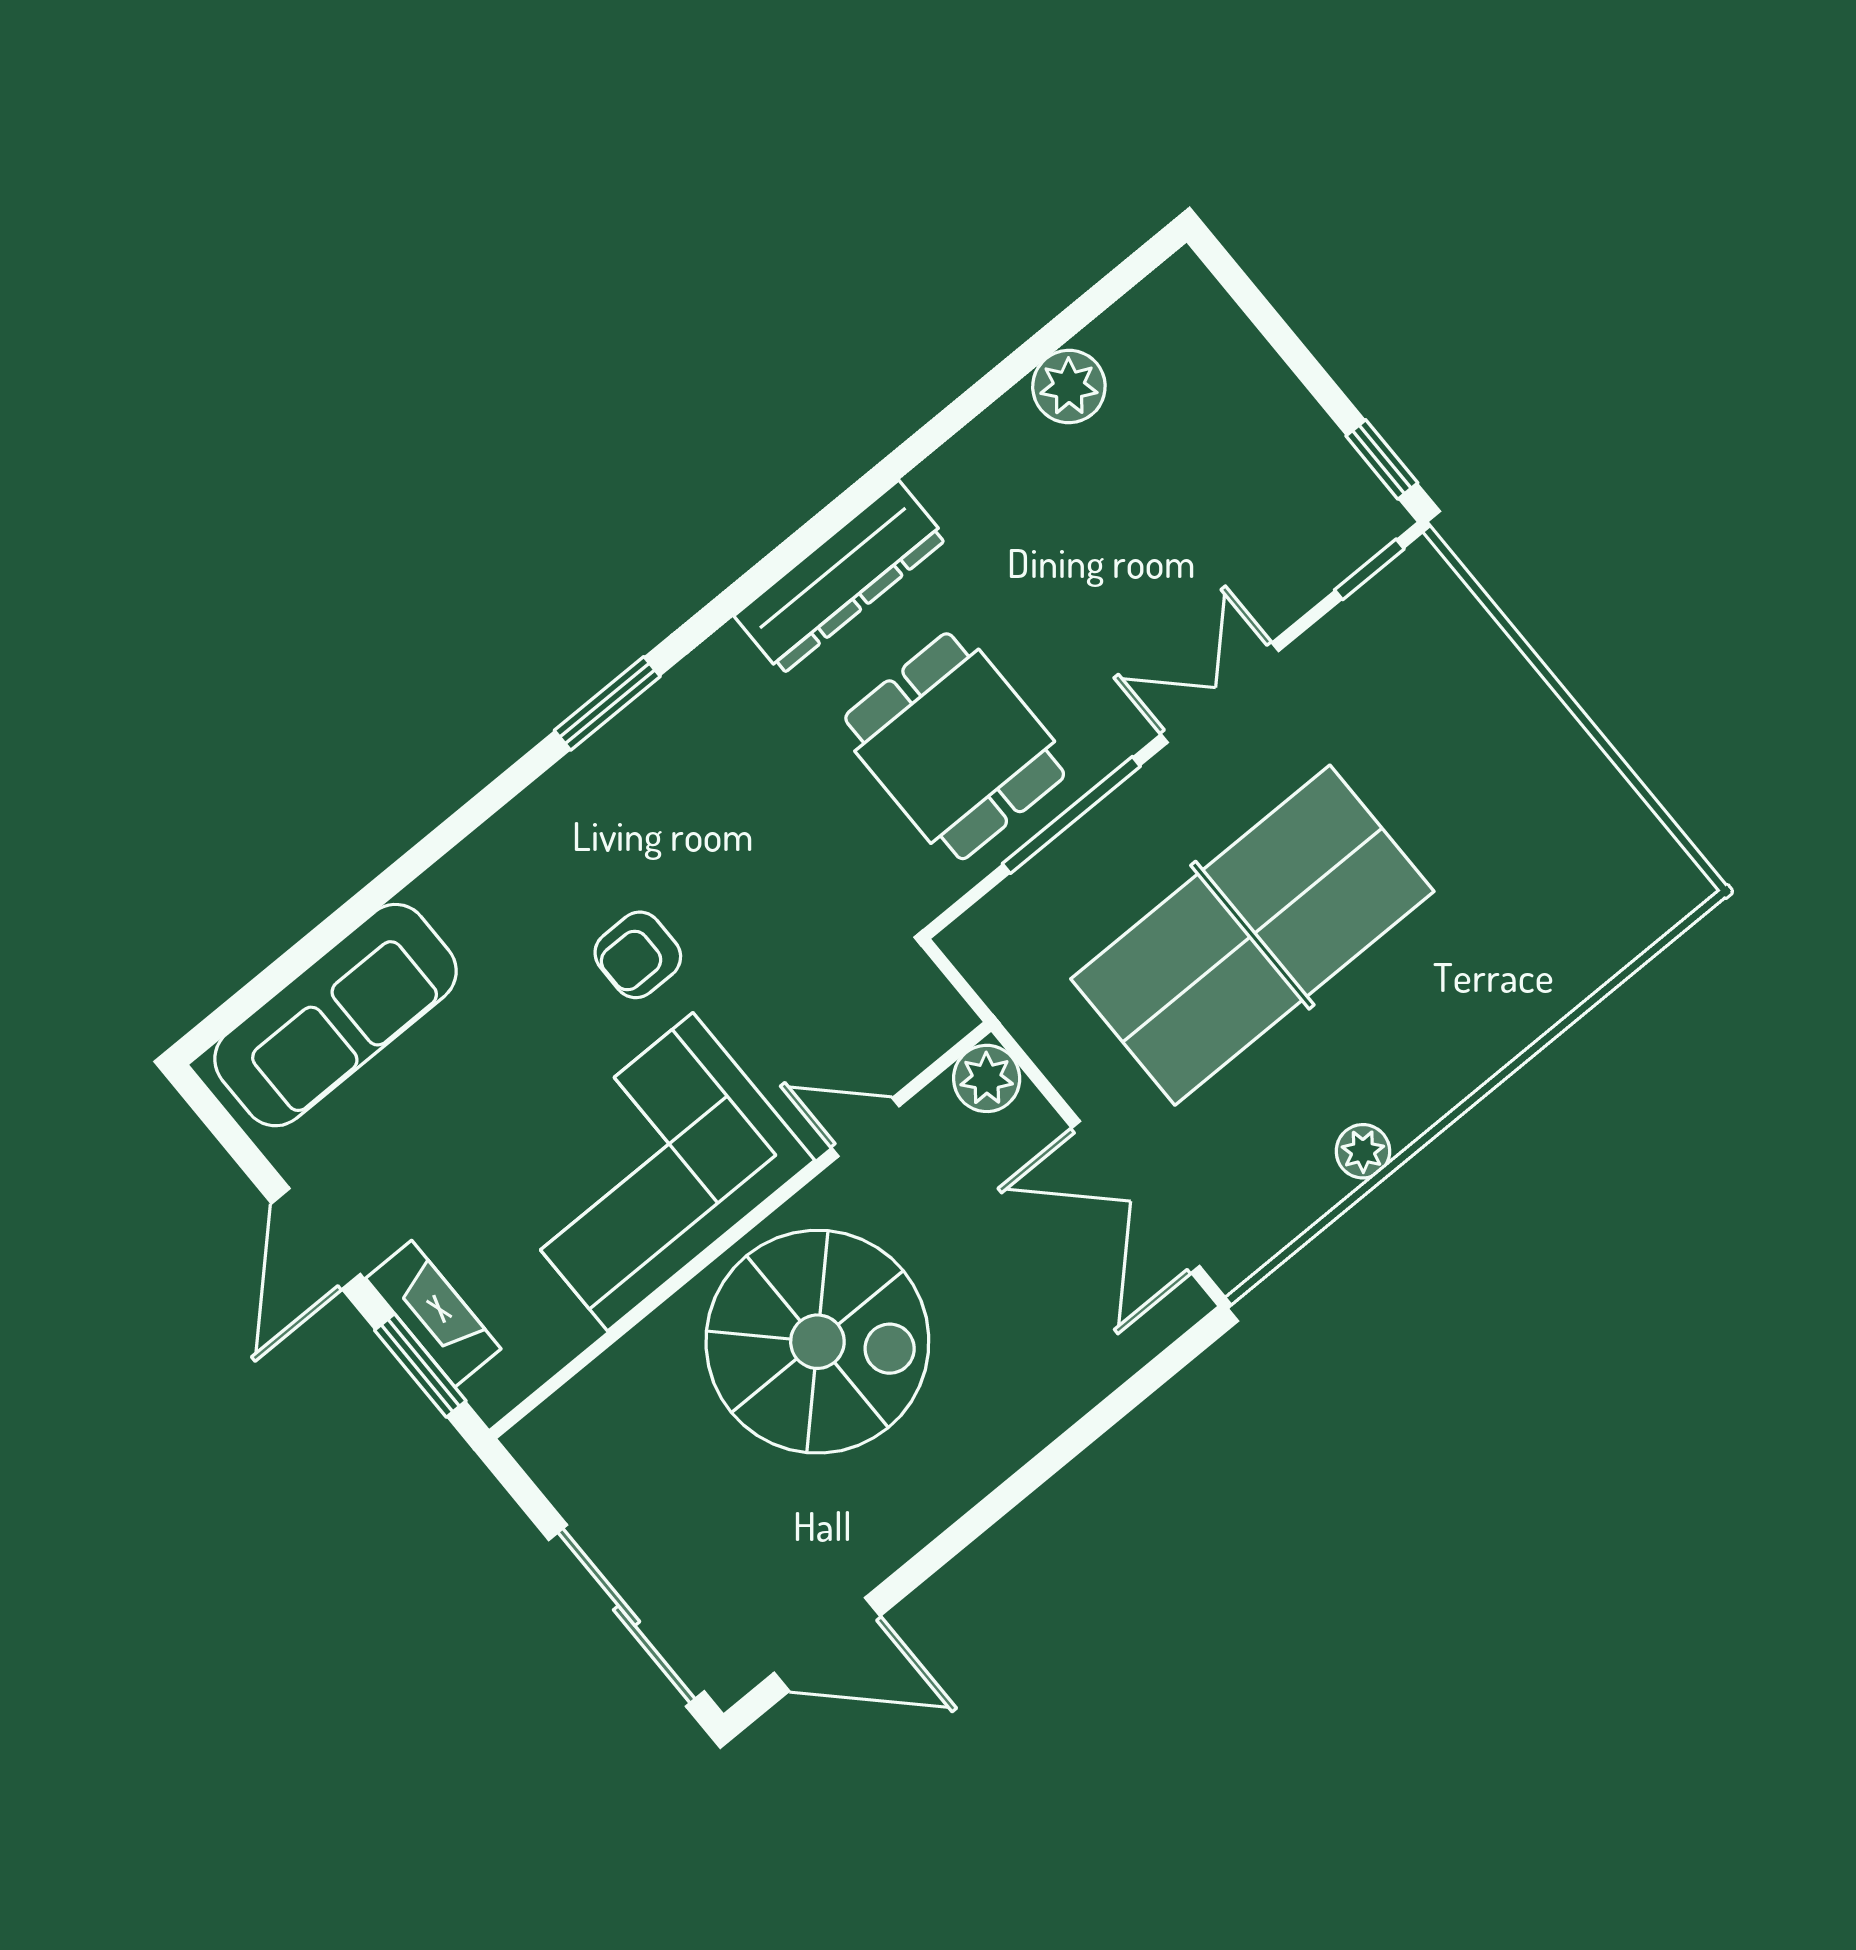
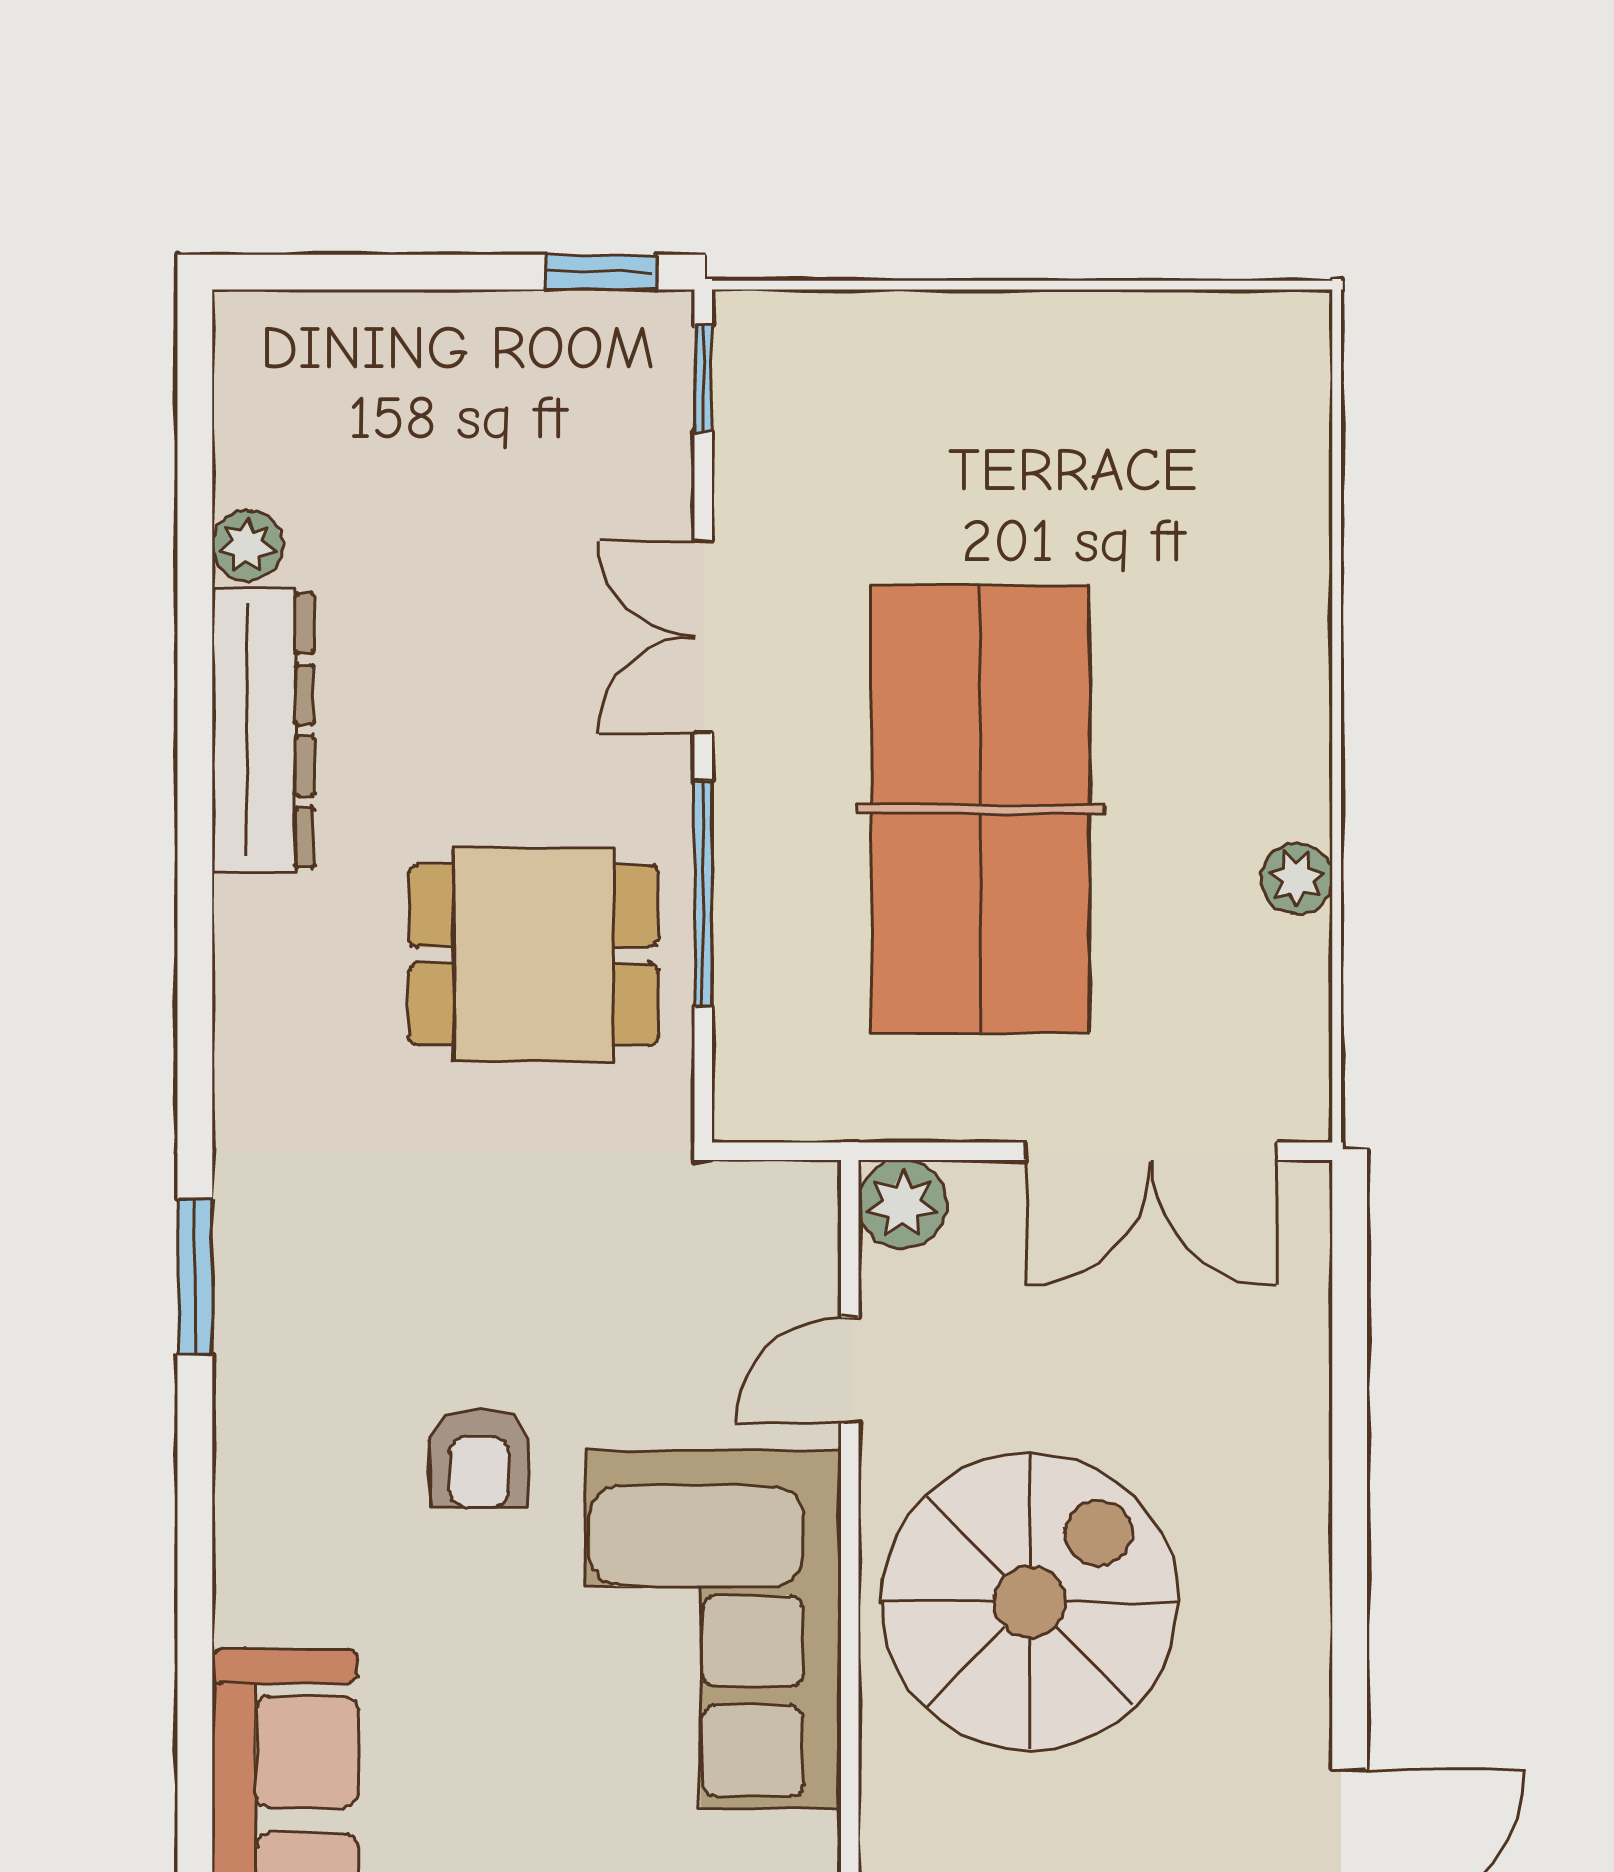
plant: (1069, 387) -> (247, 546), width x0.73, depth x0.73
dresser: (840, 577) -> (263, 730), moved

